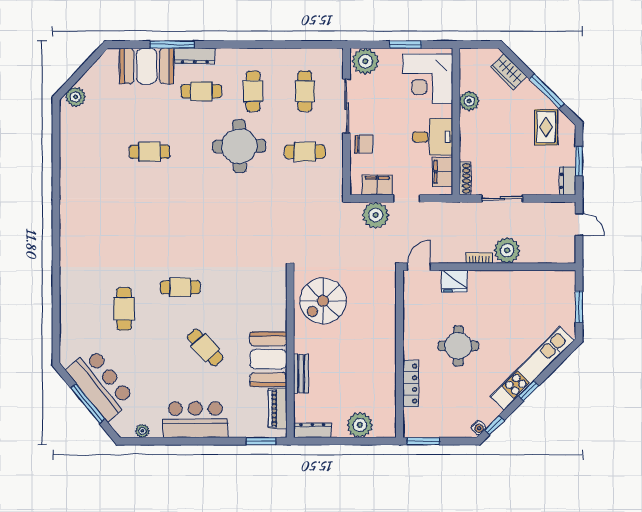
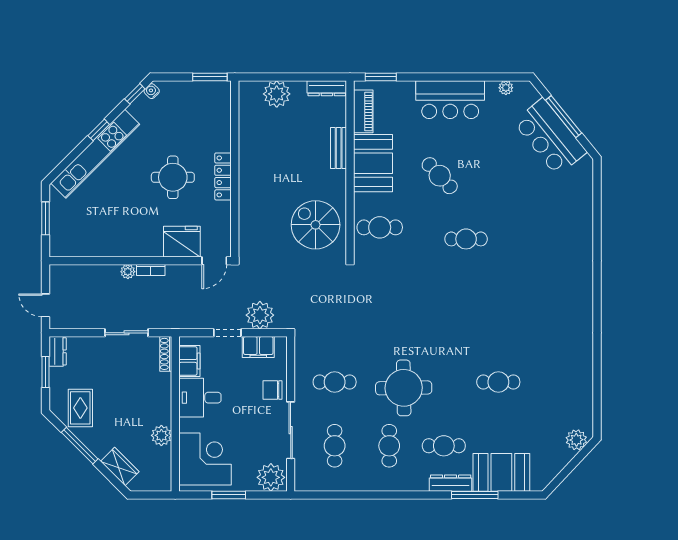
plant: (507, 250) -> (128, 272), width x0.53, depth x0.53
fridge: (454, 281) -> (182, 242), width x1.36, depth x1.34
spiral stairs: (323, 301) -> (316, 225), turned -90
cafe table: (124, 309) -> (380, 227), moved, turned 90
locker: (411, 384) -> (223, 176), moved

